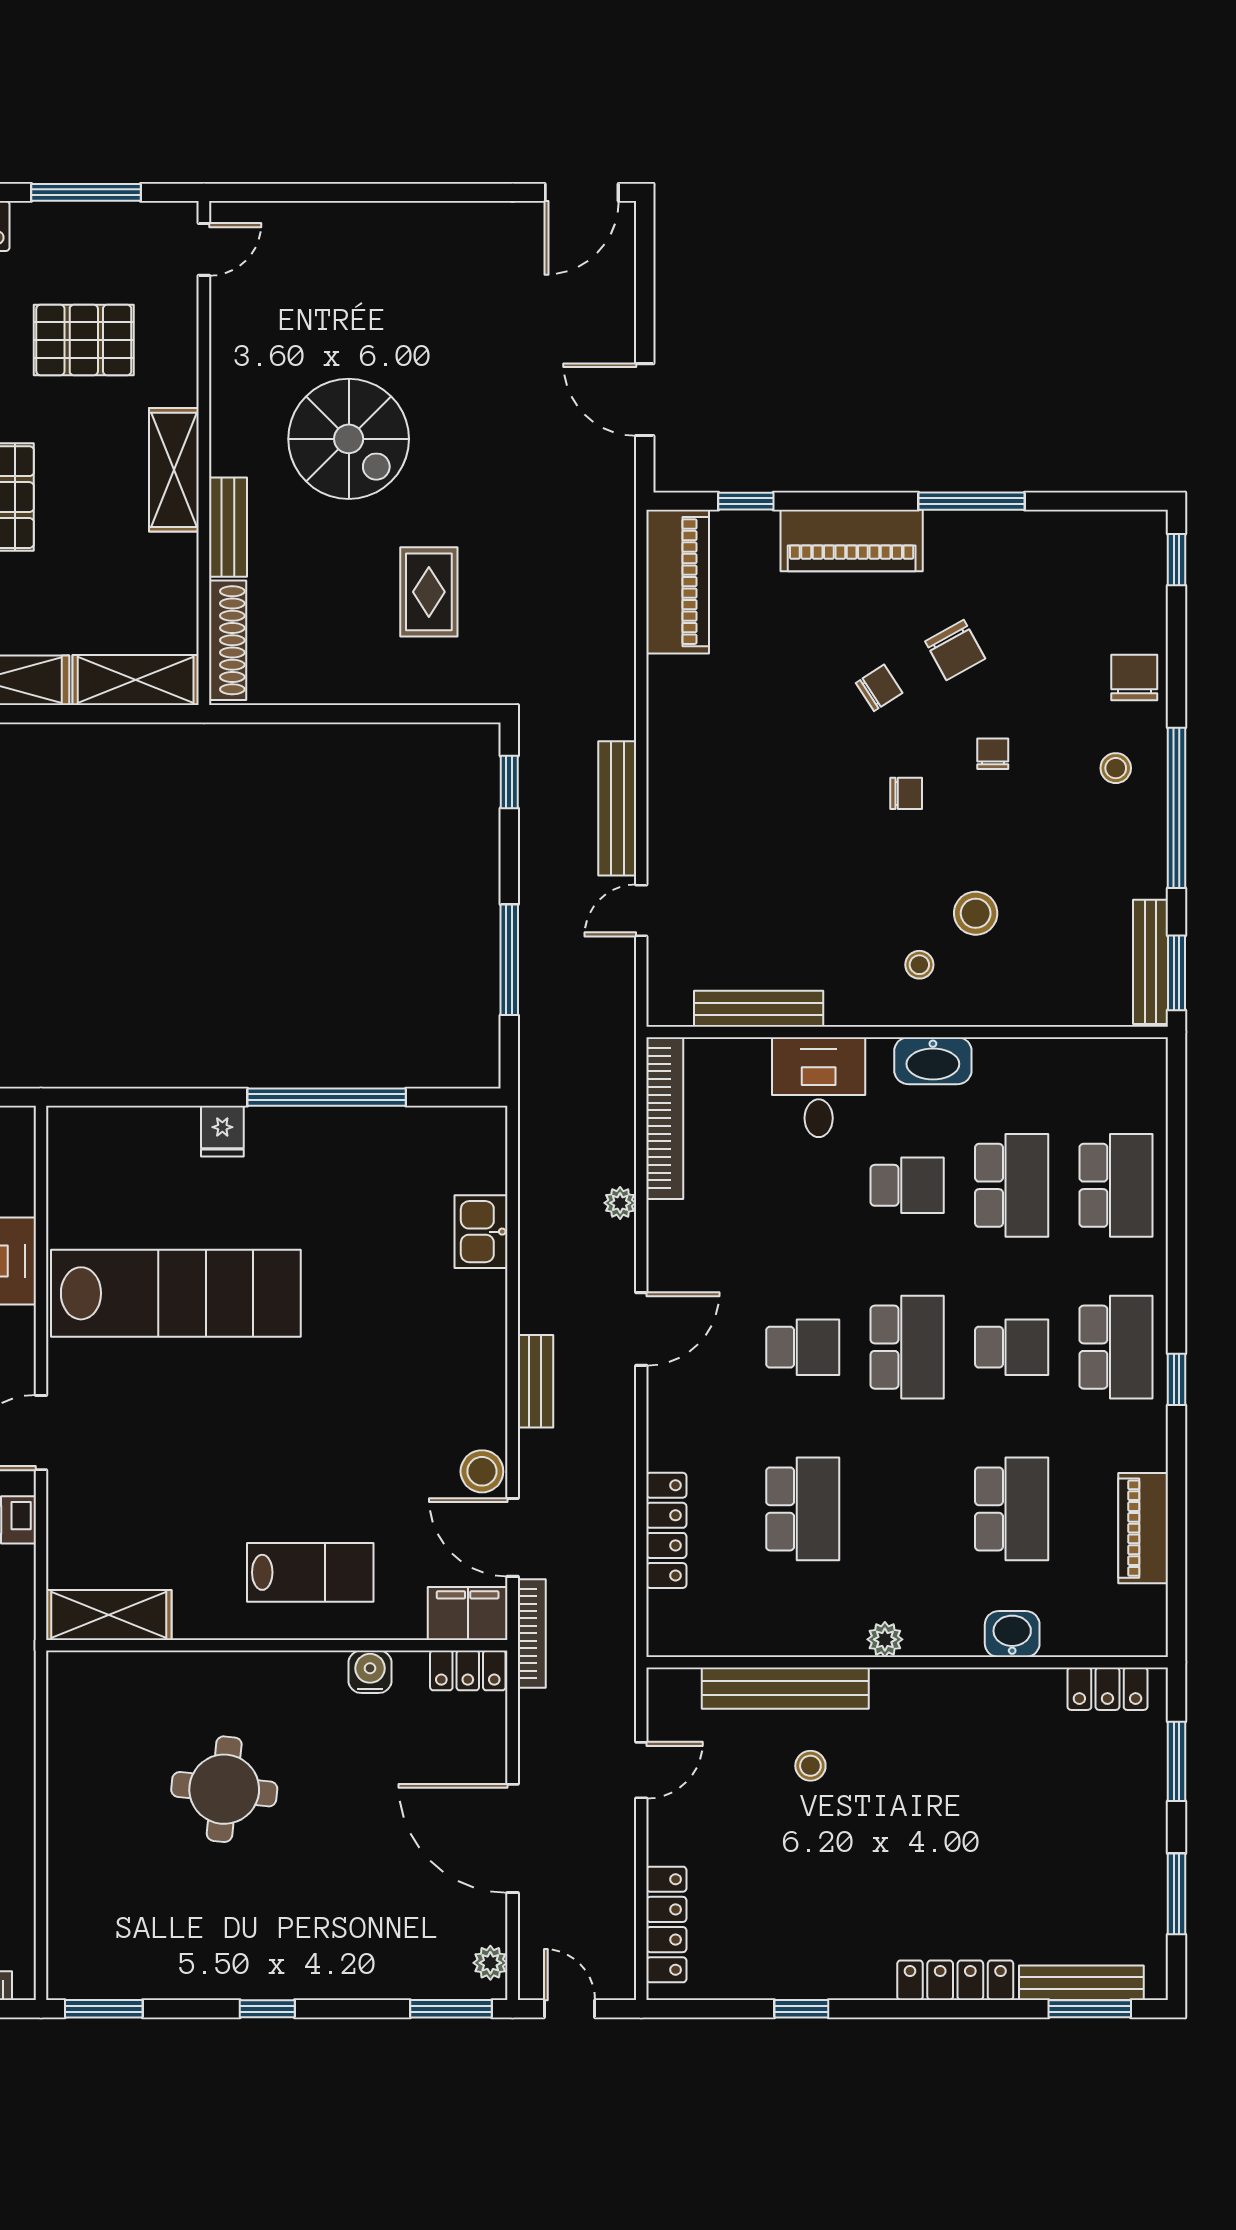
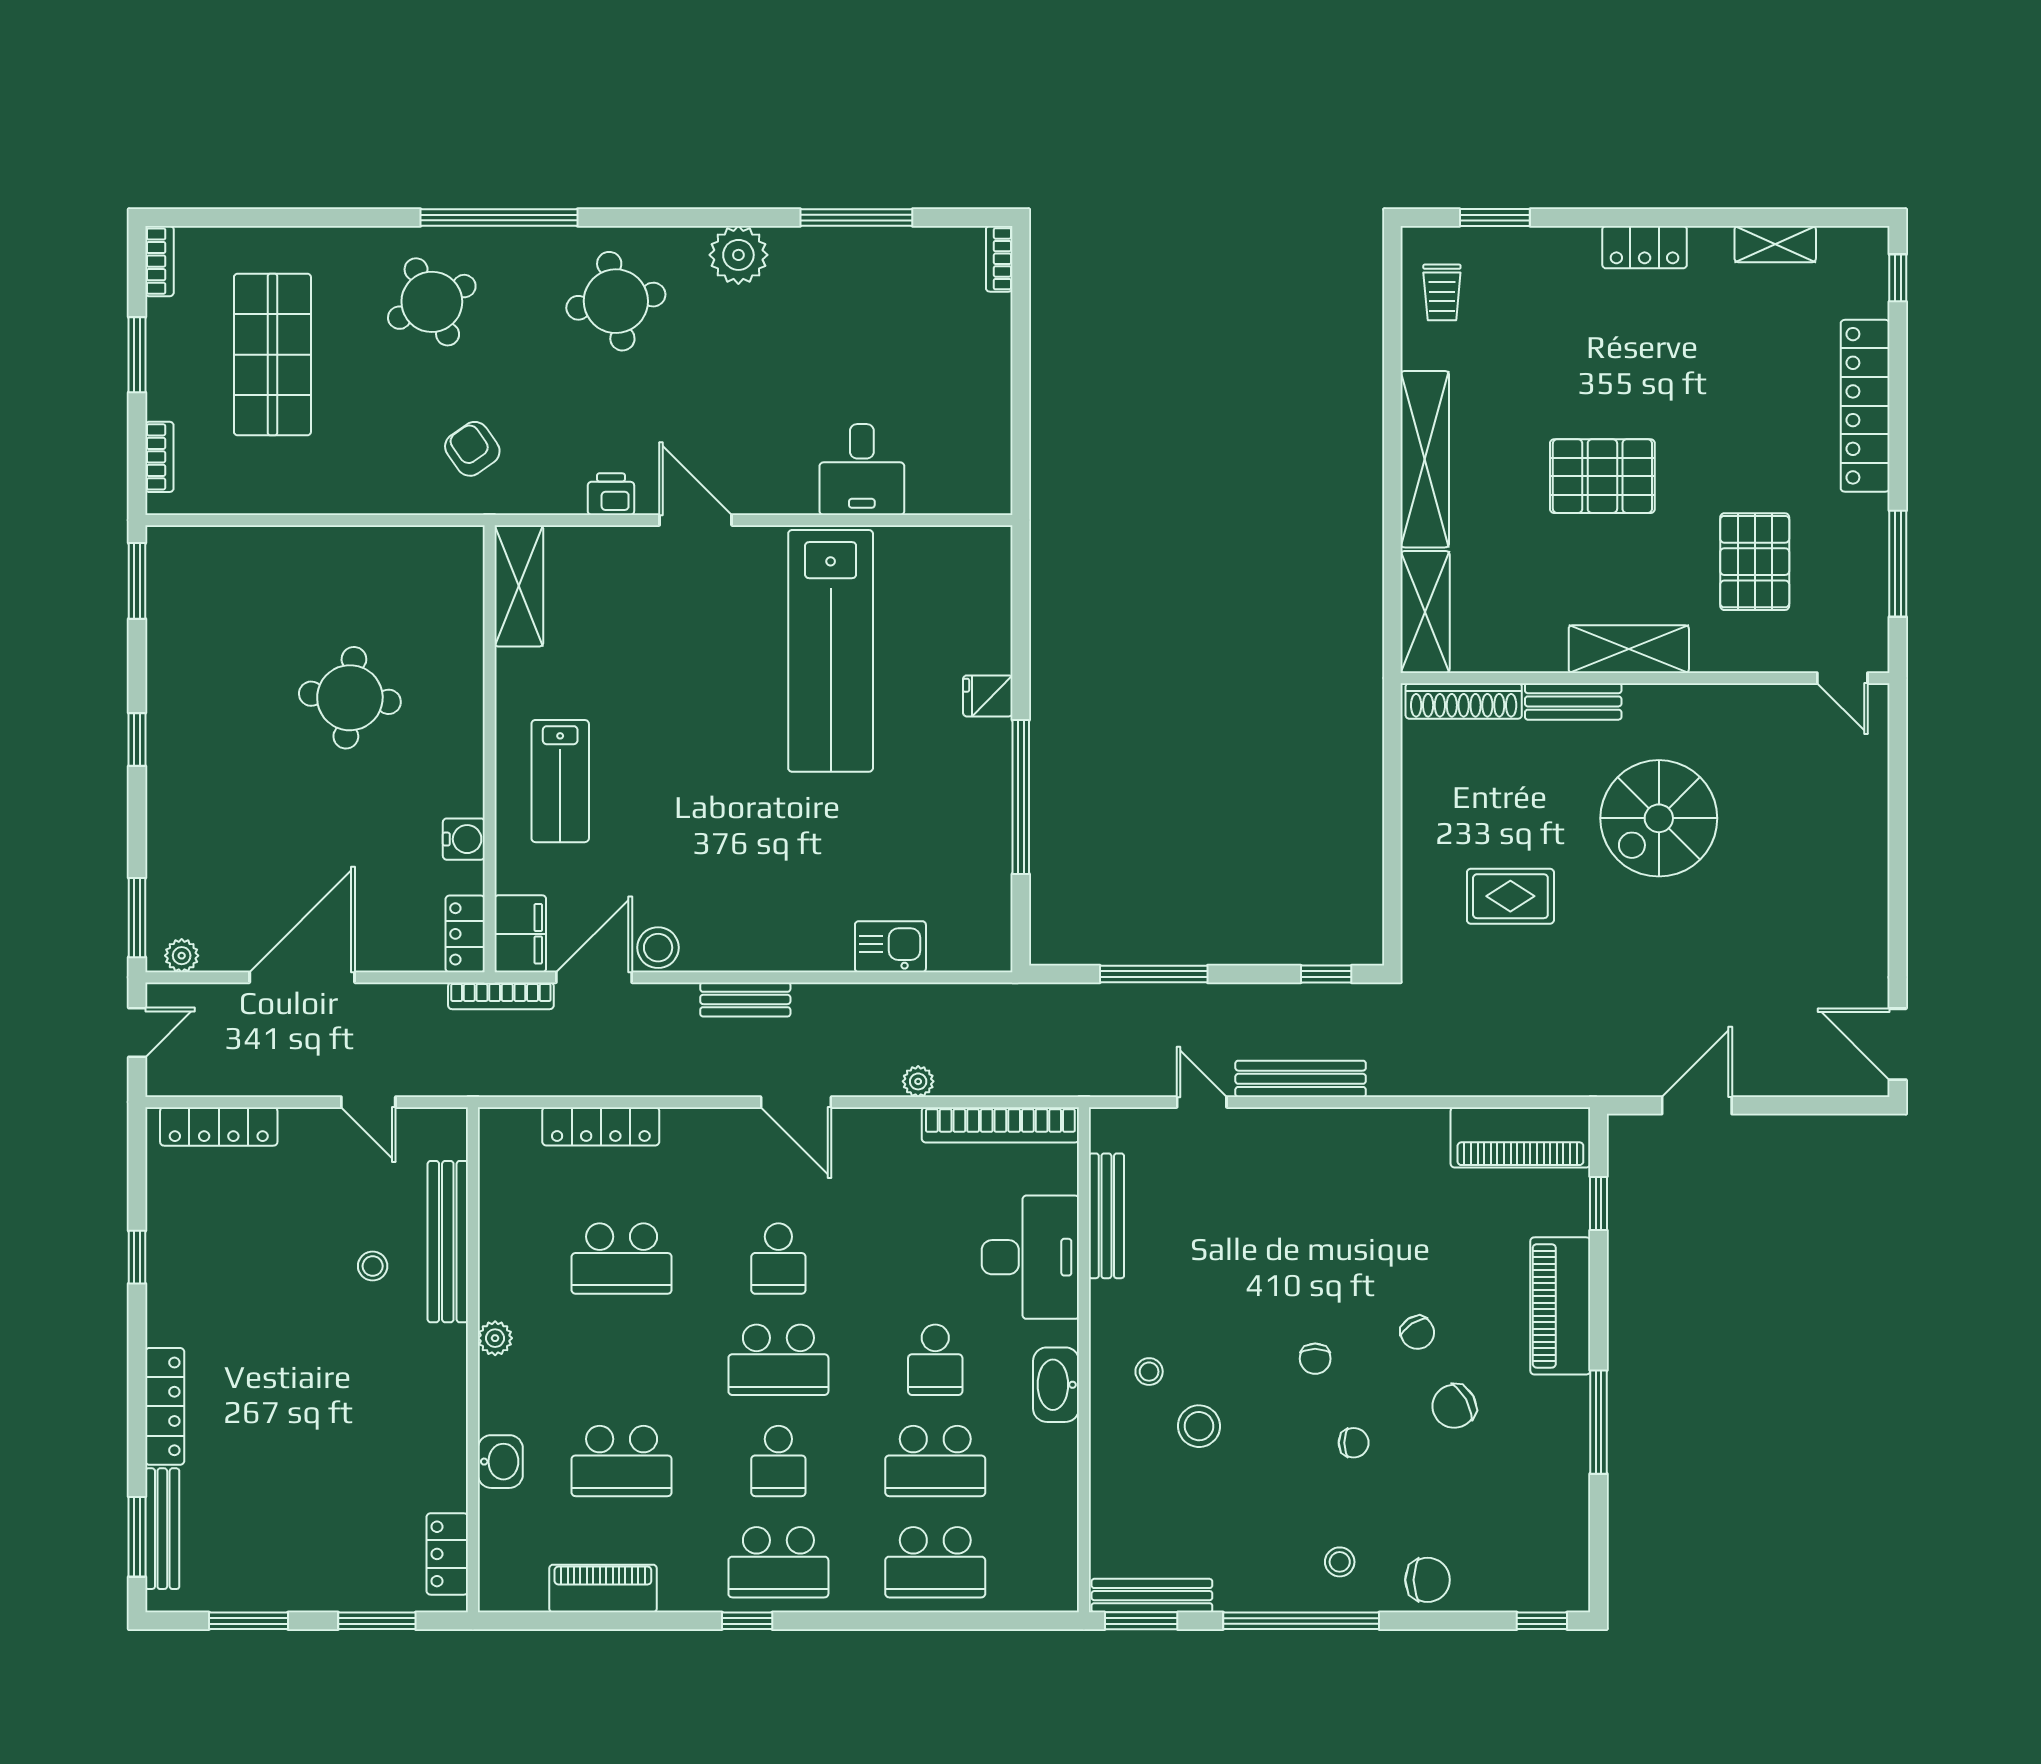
desk: (819, 1087) -> (1030, 1257), width x1.37

